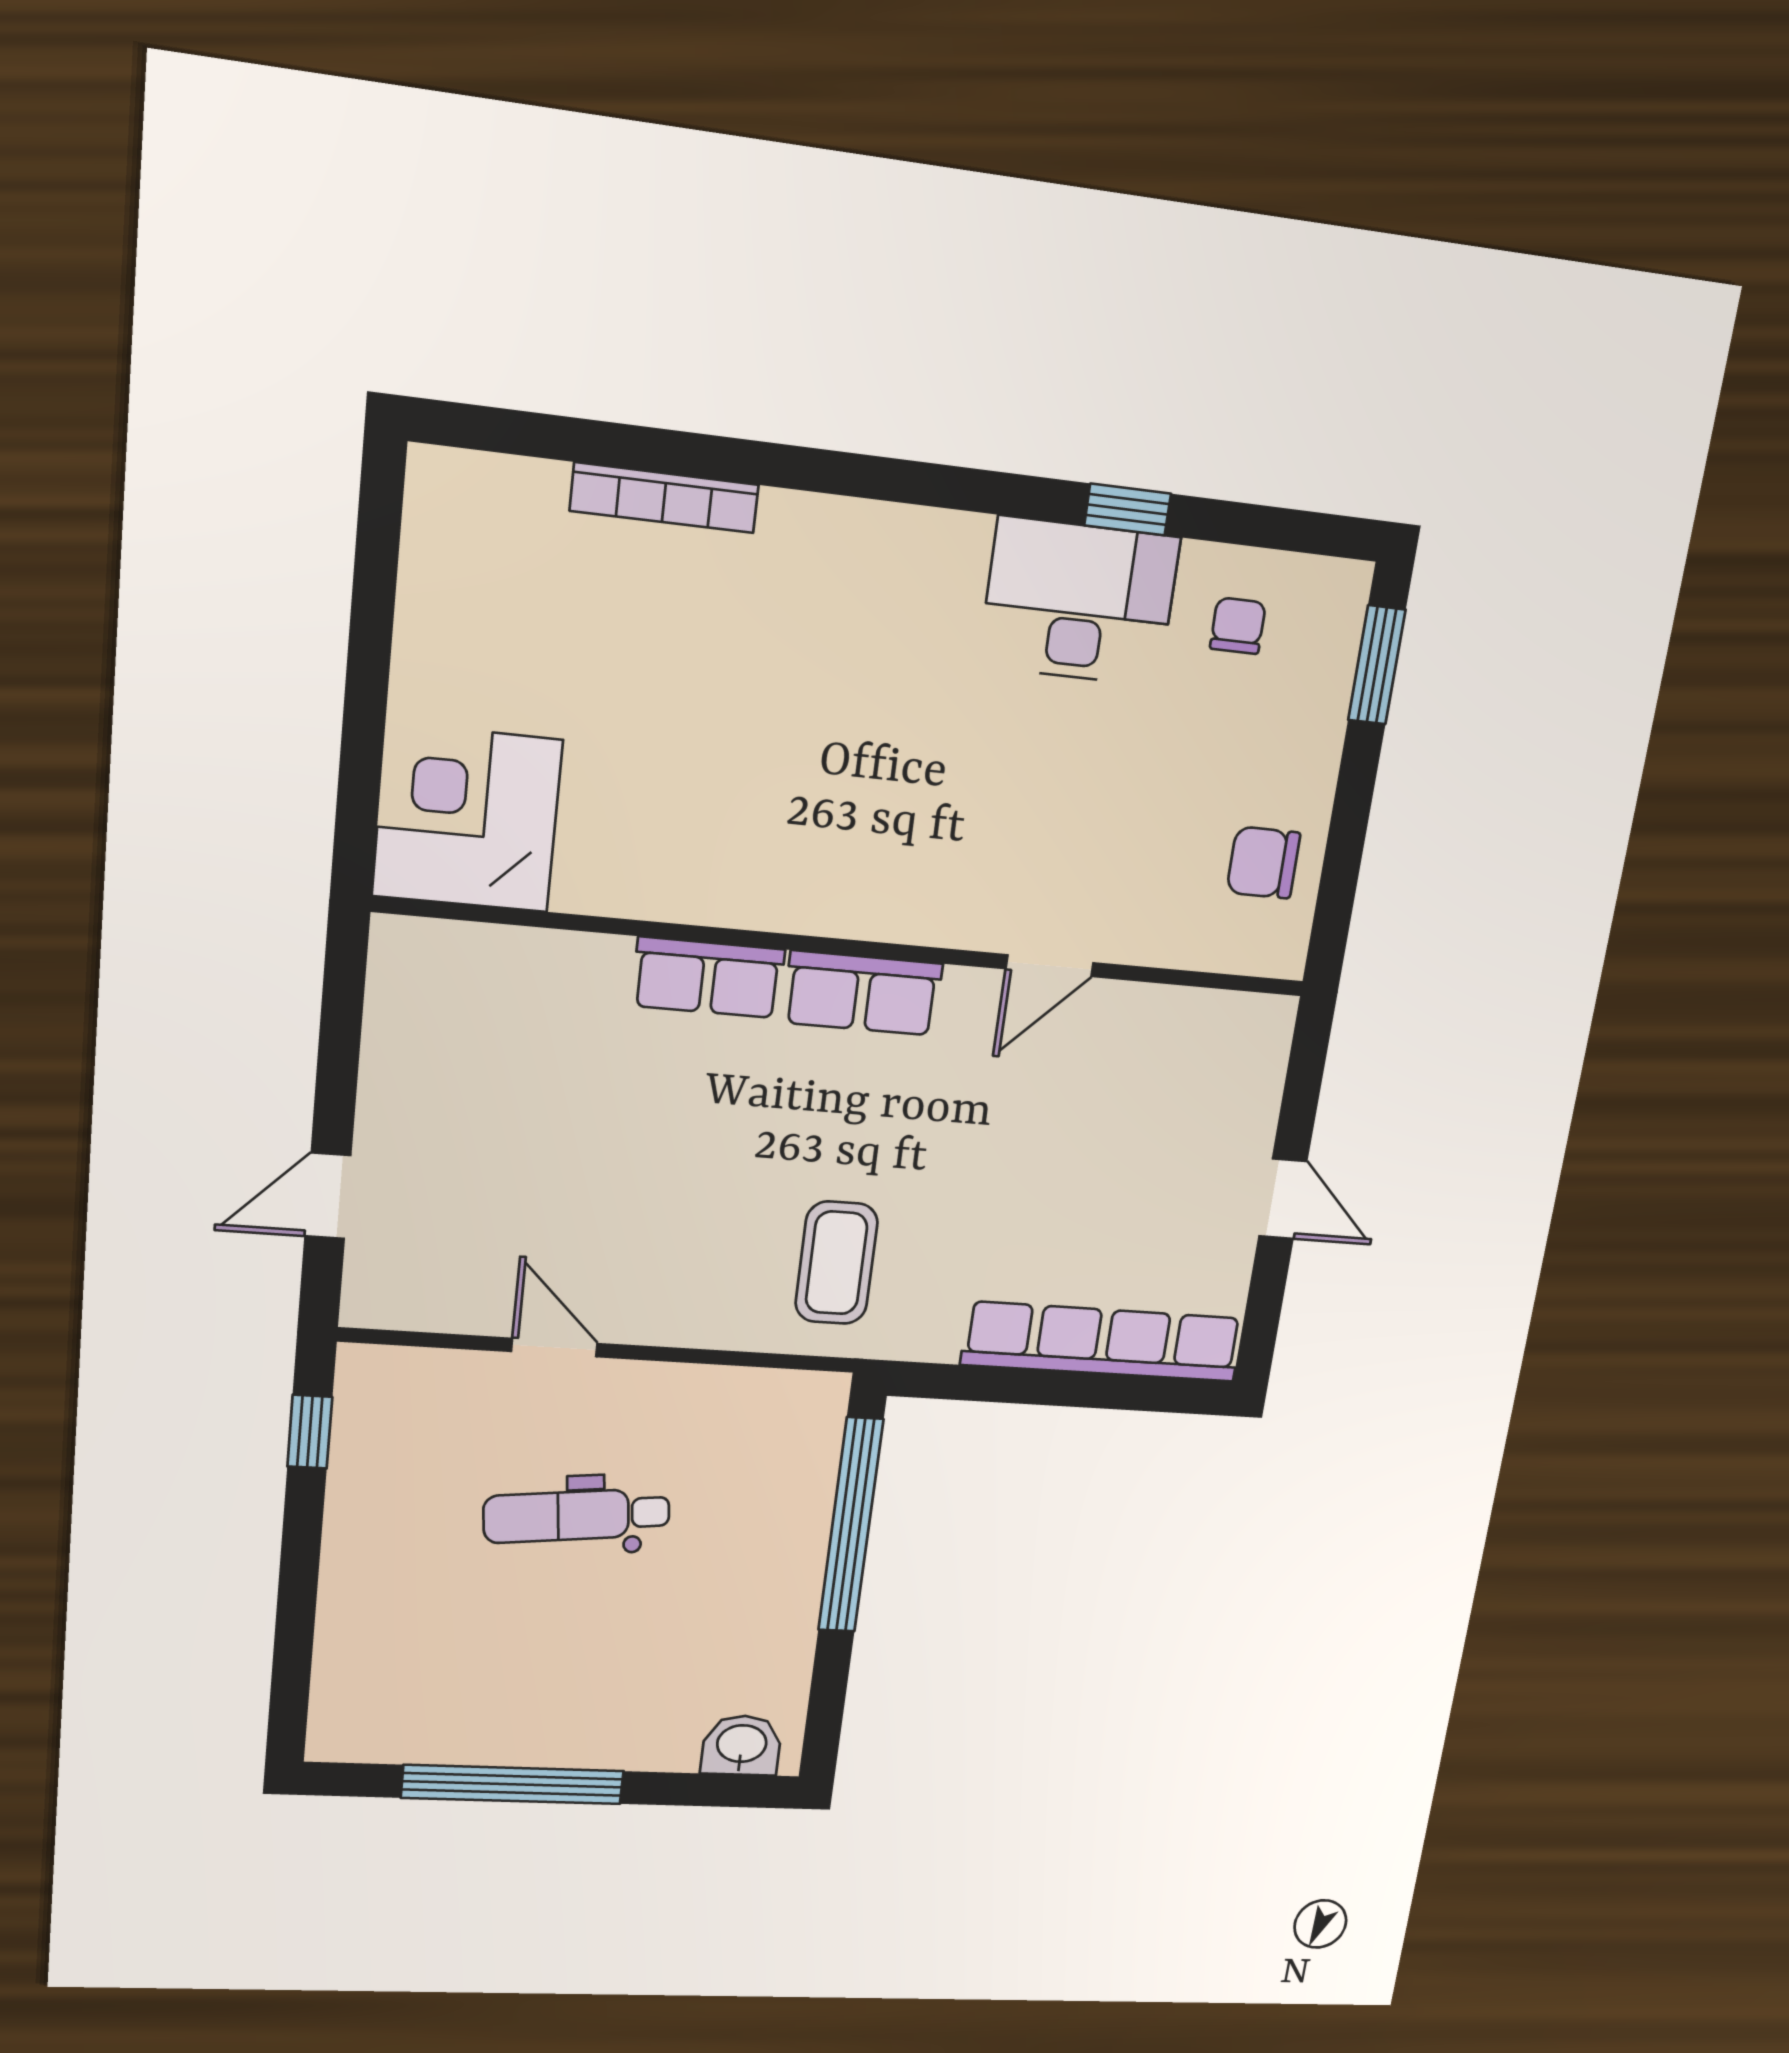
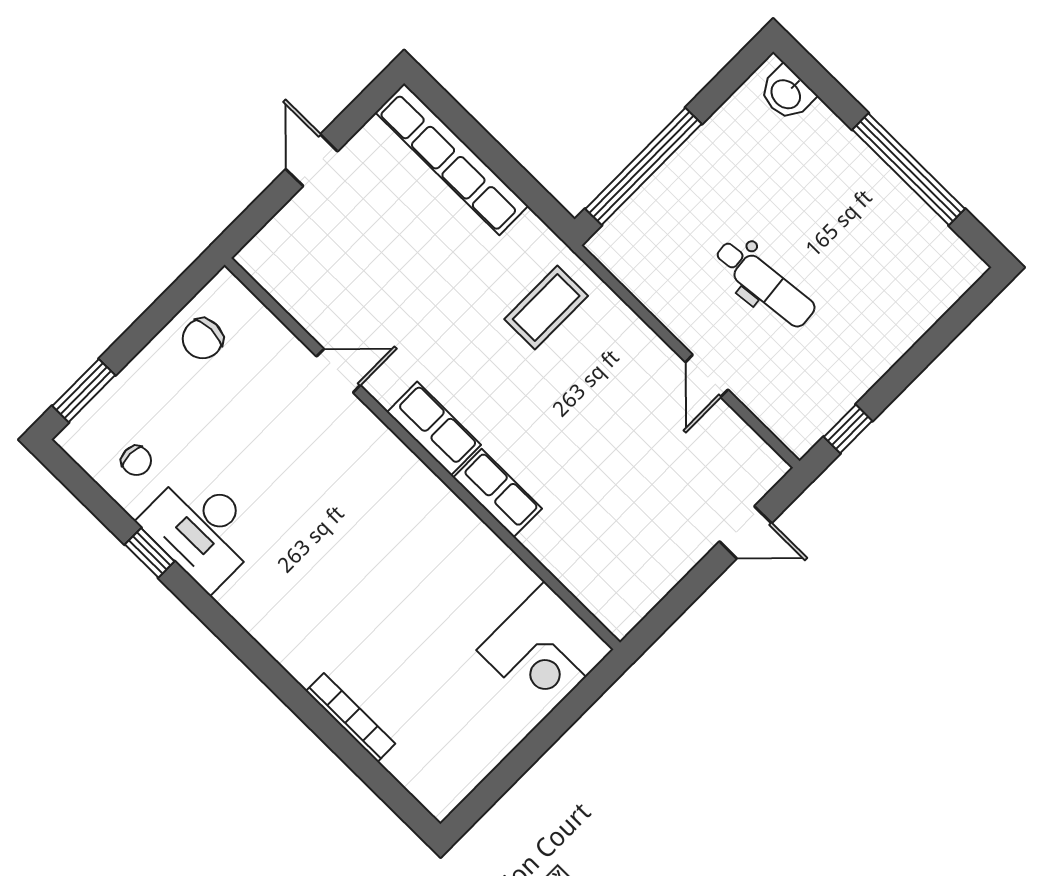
chair: (1238, 626) -> (136, 461), turned -90
chair: (1263, 863) -> (203, 339), turned 90

